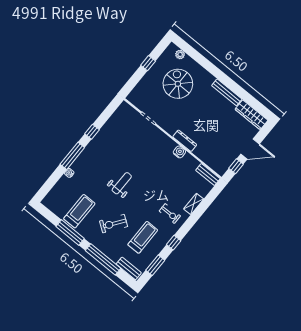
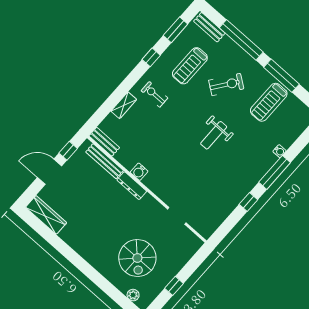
bench: (227, 92) -> (105, 161), moved

